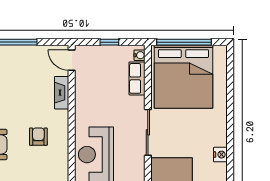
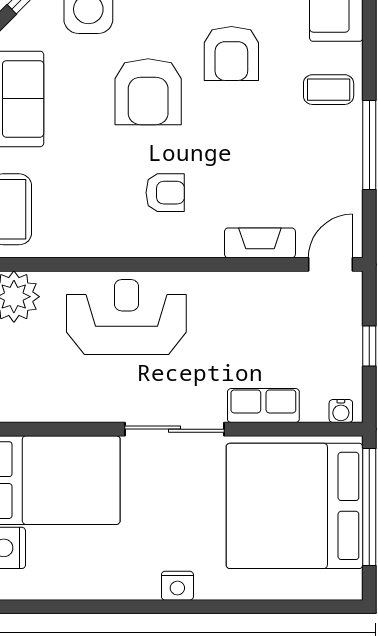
row of seats: (137, 78) -> (263, 406), moved
nightstand: (220, 155) -> (177, 586), moved

